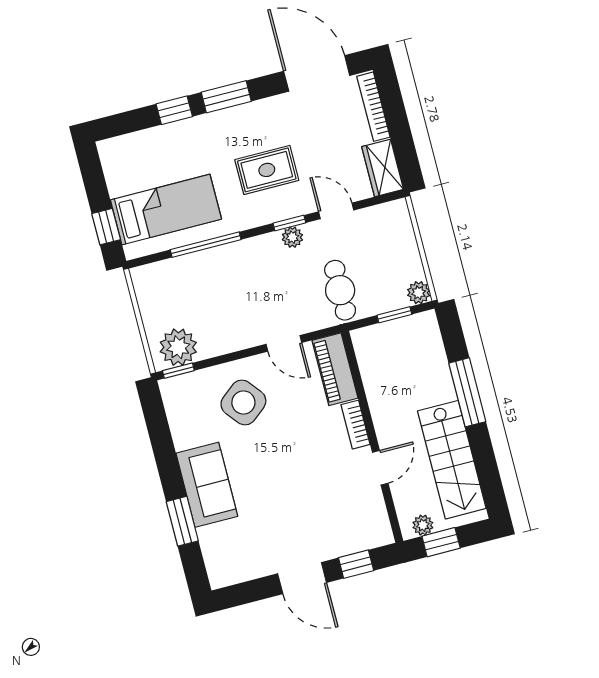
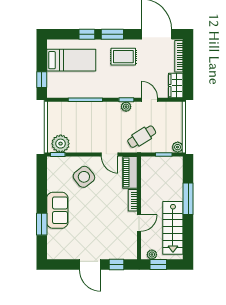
rug: (267, 170) -> (123, 57), moved
bed: (166, 209) -> (71, 60), moved
cafe table: (340, 290) -> (142, 137), turned 58

